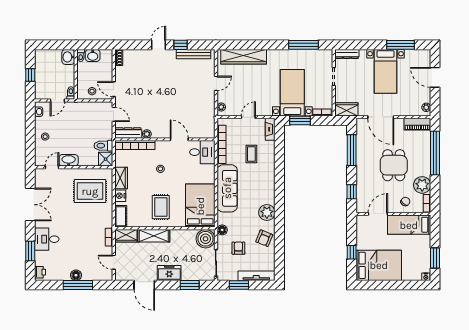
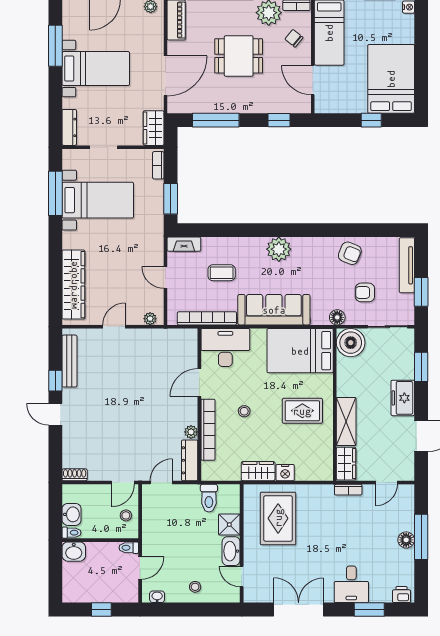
door: (216, 83) -> (114, 327), hinge flipped
bed with nightstands: (292, 93) -> (98, 200), moved, turned 180
door: (57, 100) -> (140, 568), hinge flipped
bookcase: (135, 145) -> (208, 430), moved
desk: (202, 152) -> (225, 348), width x1.37
shower: (106, 159) -> (229, 525), moved
plant: (267, 212) -> (279, 249), moved
cot: (121, 216) -> (316, 472), removed

